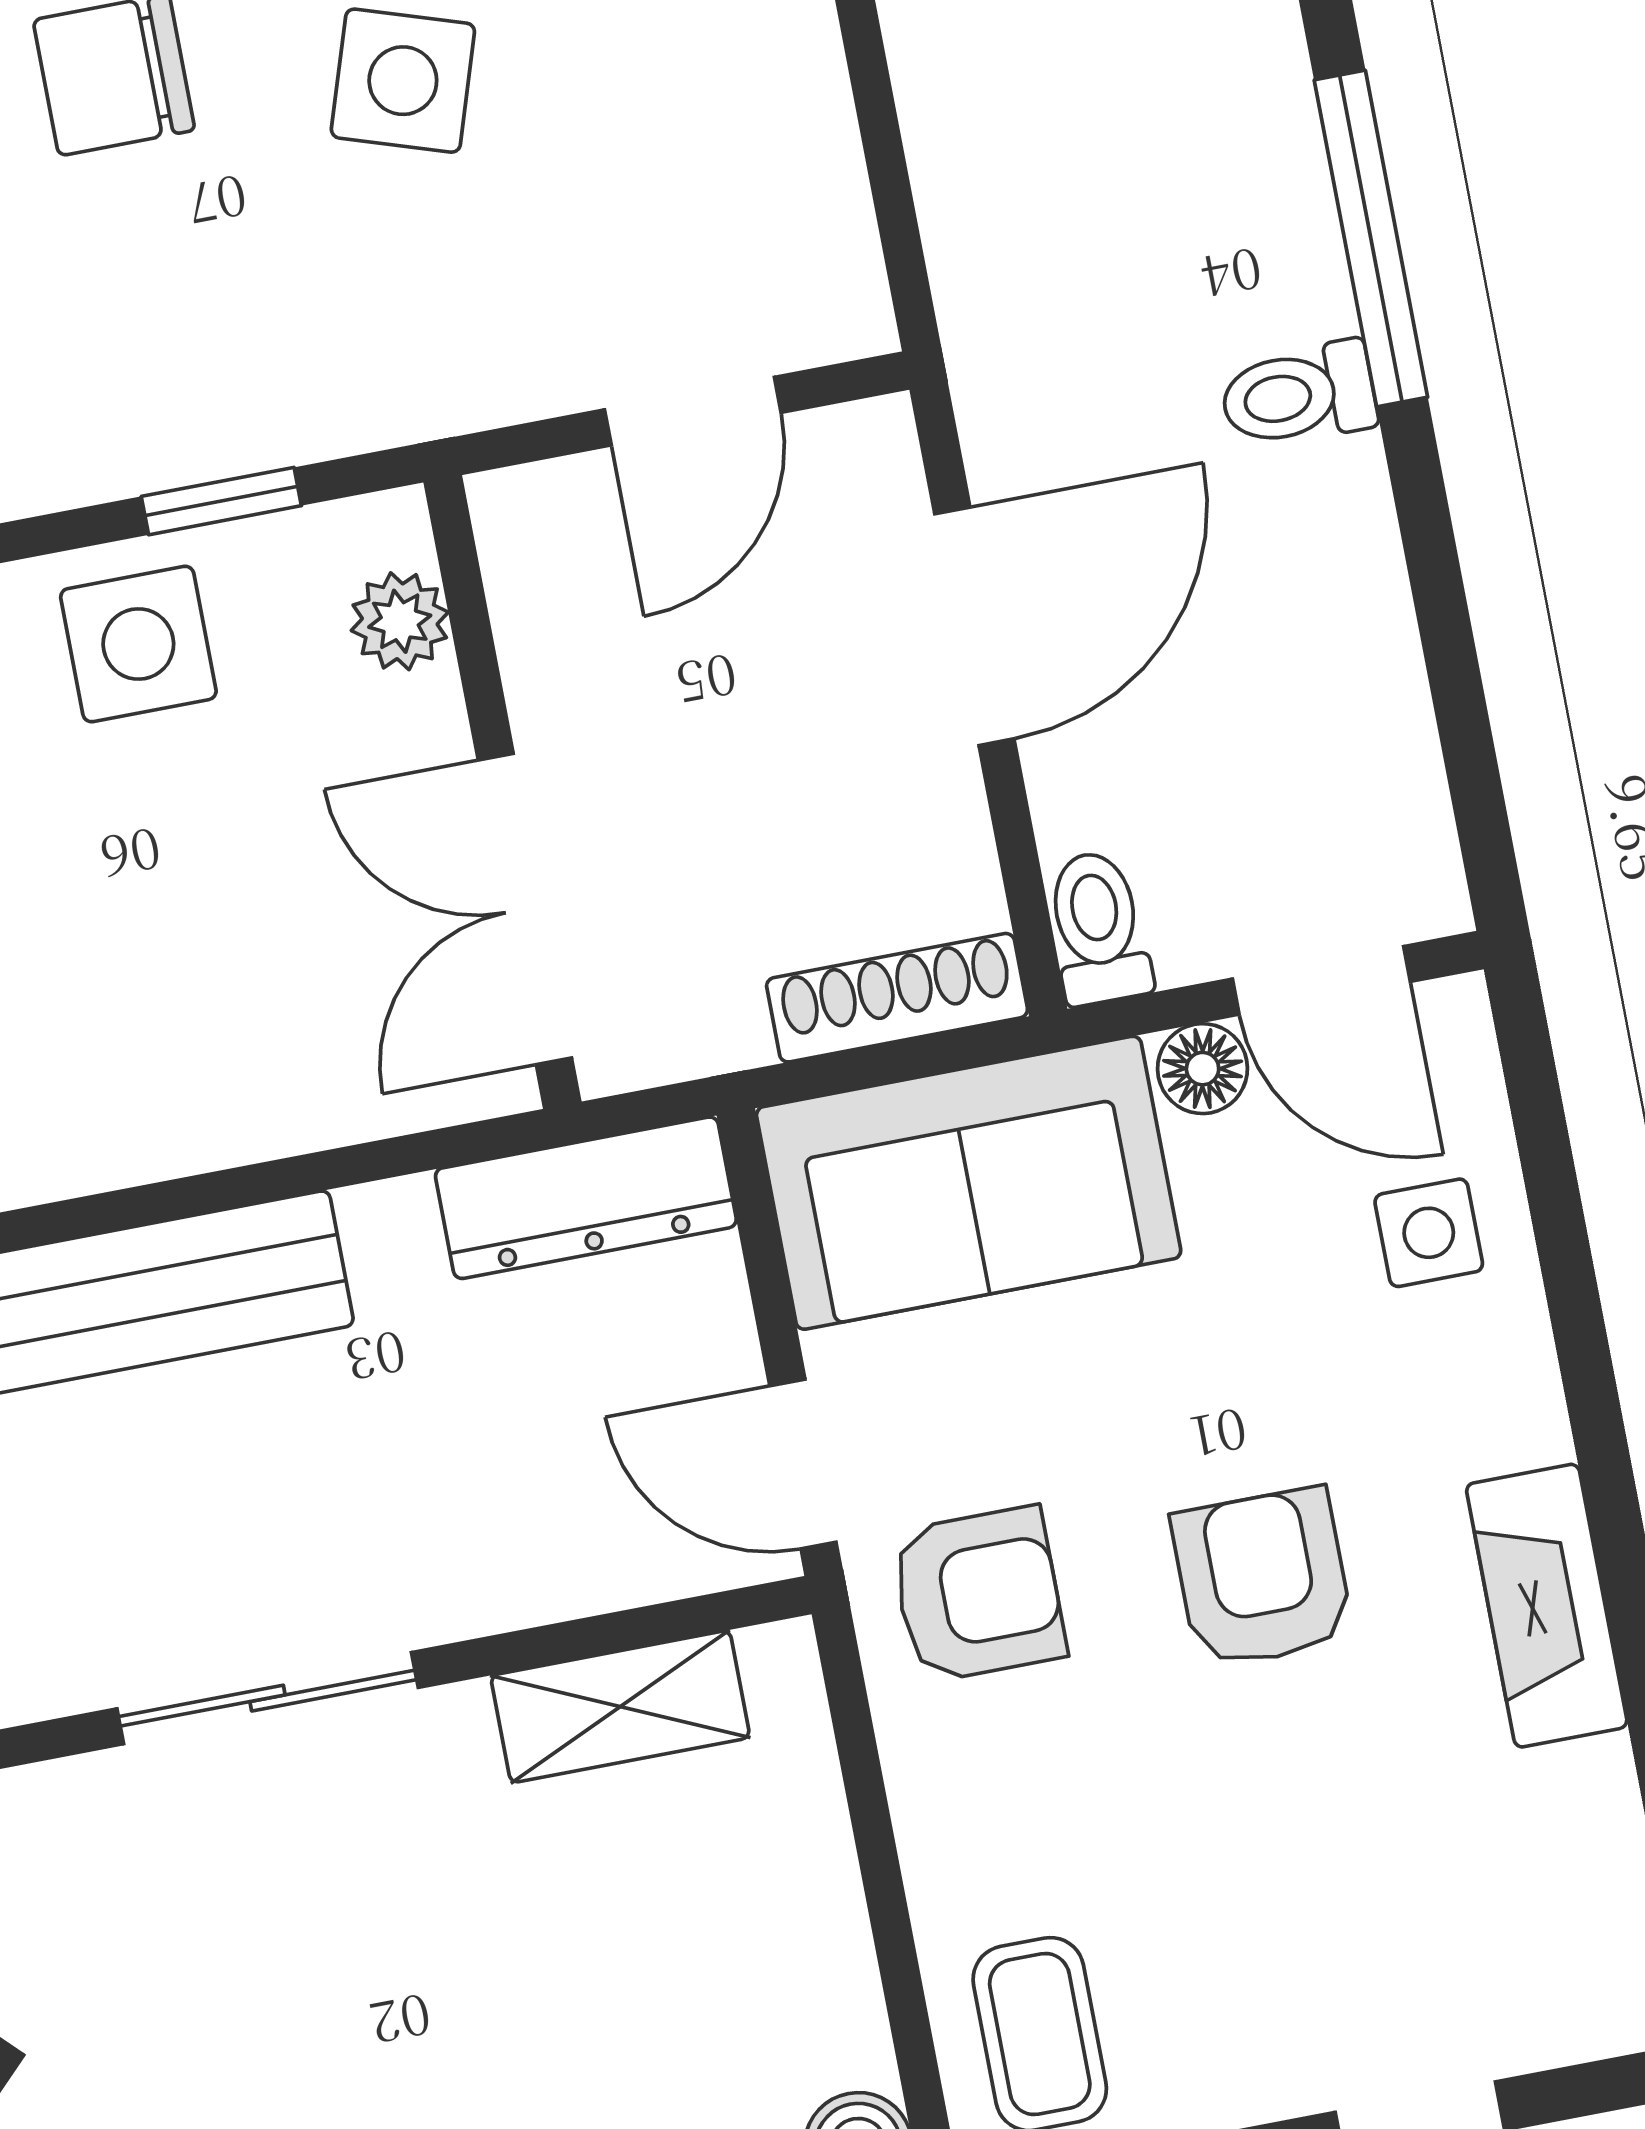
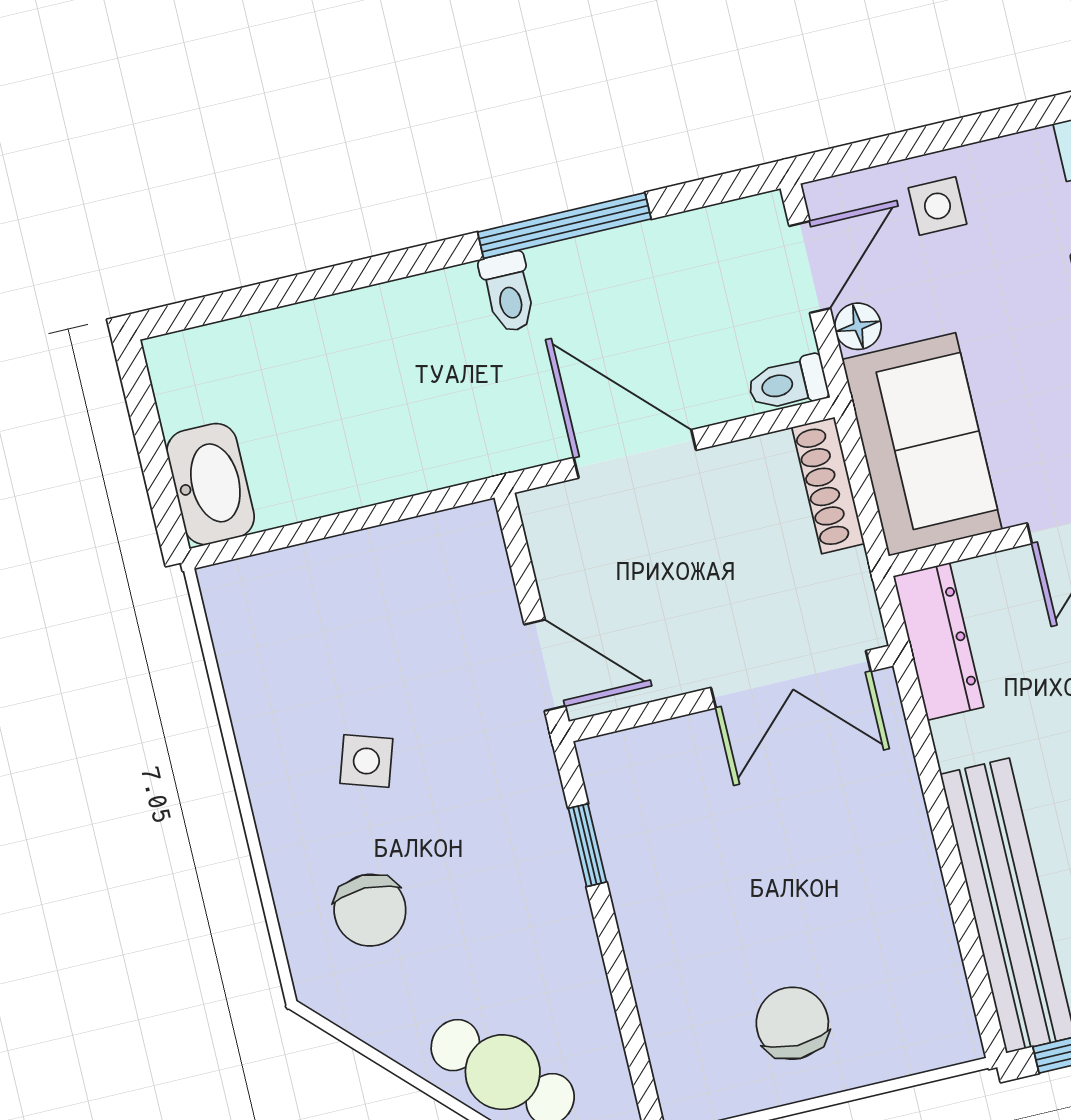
side table: (403, 81) -> (366, 761), width x0.73, depth x0.73
window: (1371, 239) -> (564, 226), moved
door: (693, 411) -> (545, 665), moved
plant: (400, 621) -> (645, 750), removed
side table: (138, 644) -> (663, 885), removed

